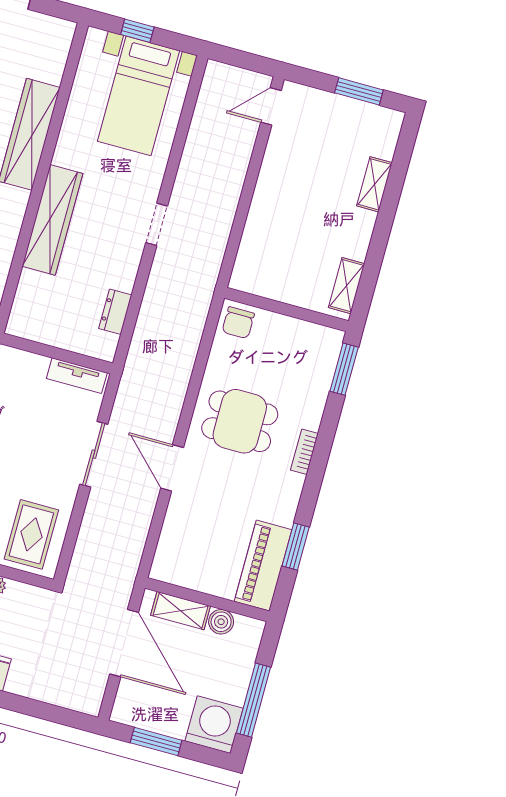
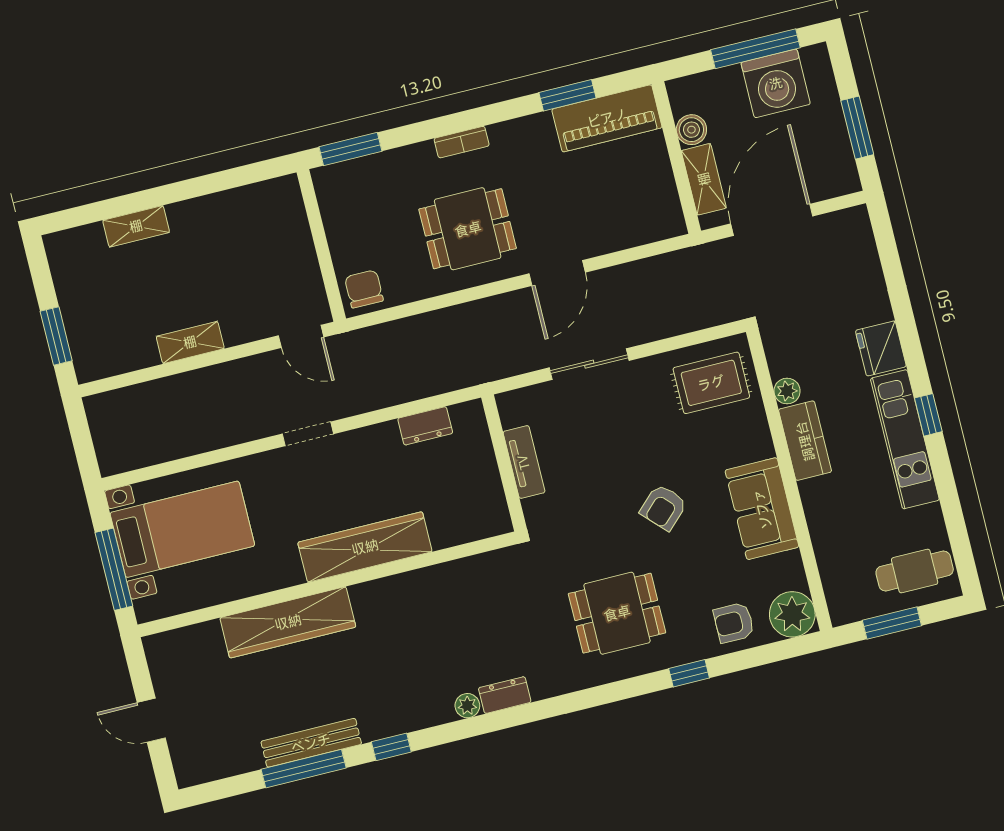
window: (137, 31) -> (114, 569), width x2.17
window: (359, 91) -> (56, 336), moved
door: (271, 106) -> (301, 336), moved
shelving: (347, 286) -> (190, 342), moved
chair: (238, 323) -> (364, 289), turned -90
tv unit: (77, 376) -> (524, 462), moved
dining table: (240, 421) -> (468, 229), turned 90
washing machine: (214, 725) -> (776, 83), moved, turned -90

